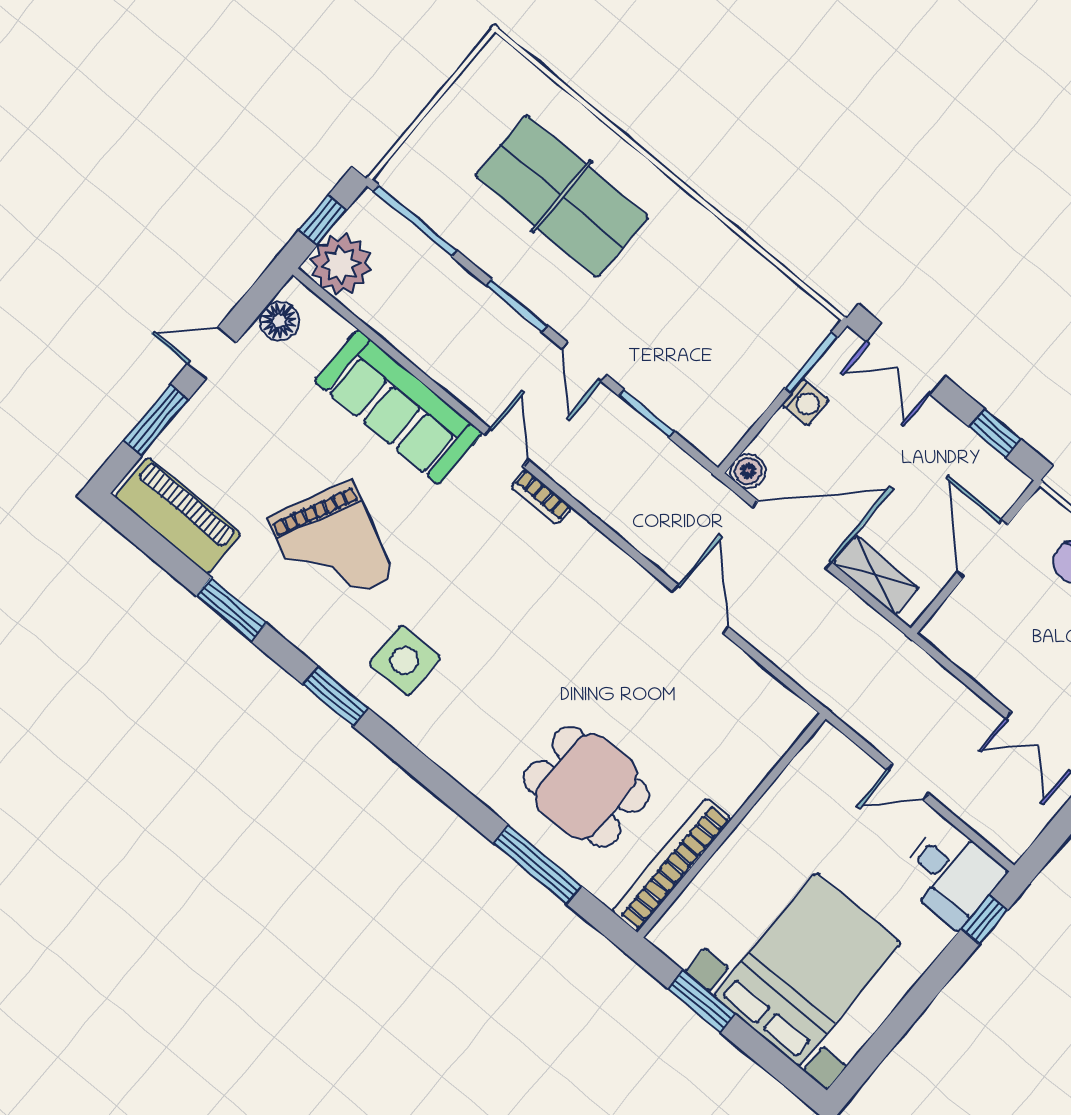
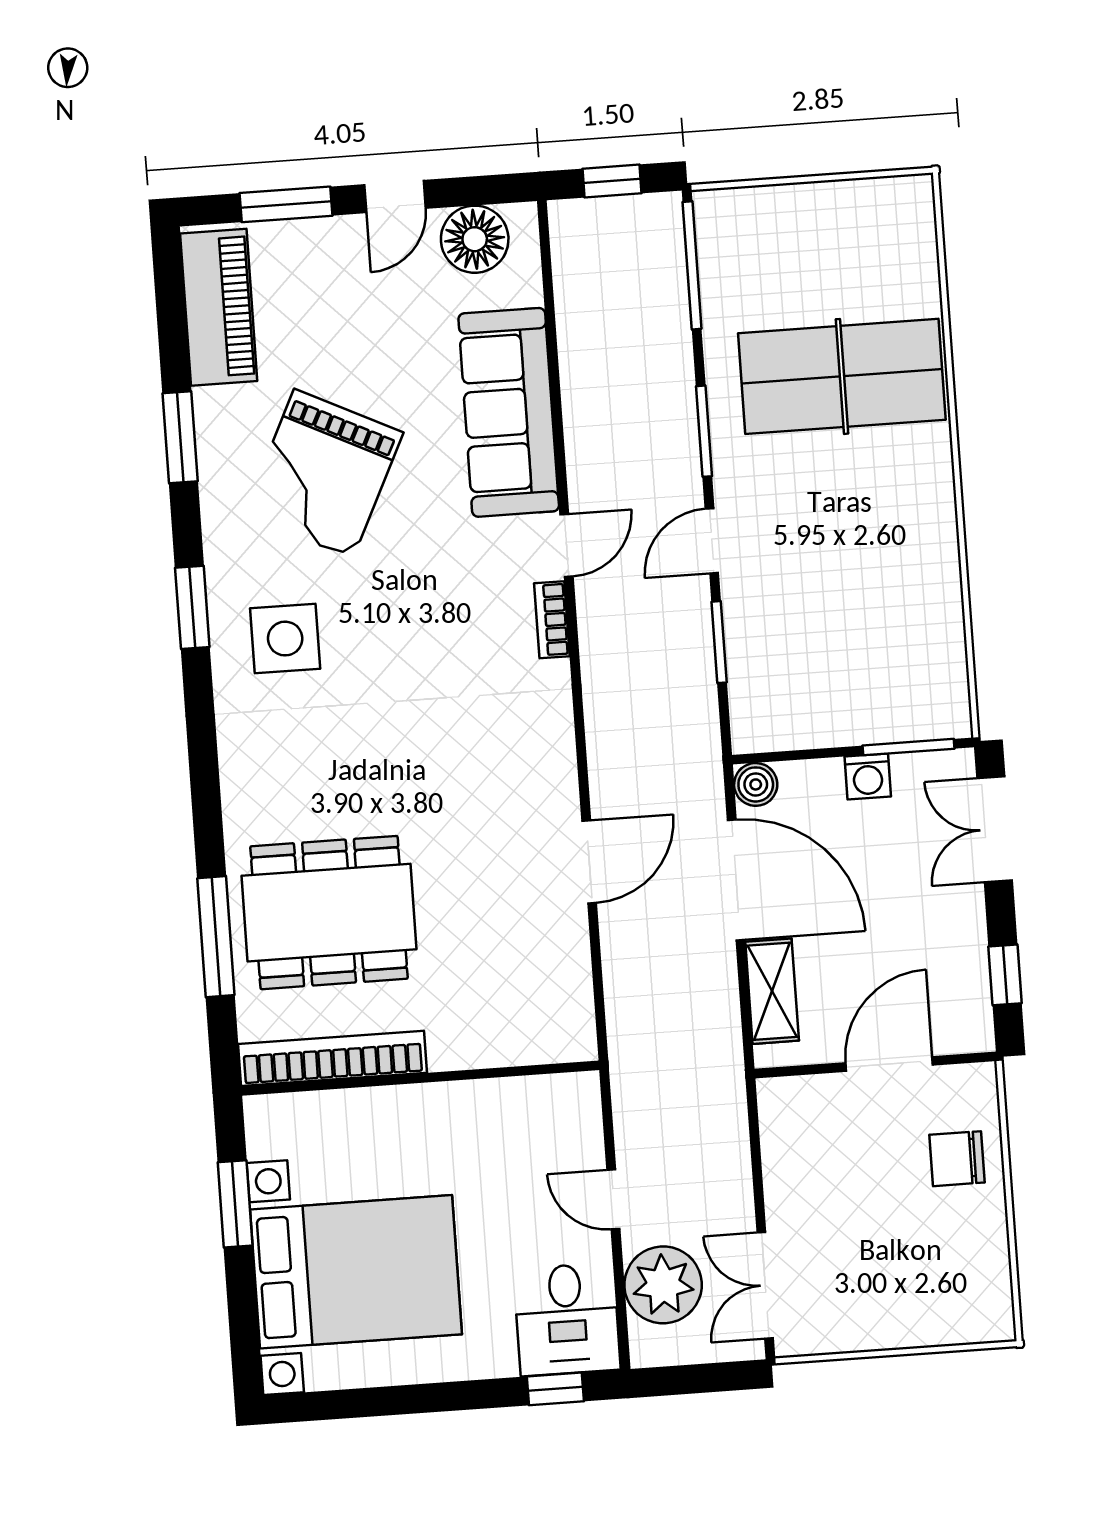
table tennis table: (562, 196) -> (842, 376), turned 90
plant: (341, 264) -> (663, 1285), moved
floor lamp: (279, 321) -> (475, 239), width x1.38, depth x1.38
door: (212, 353) -> (395, 197), swing flipped
dining table: (586, 787) -> (329, 913), width x1.38

